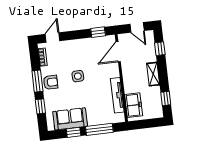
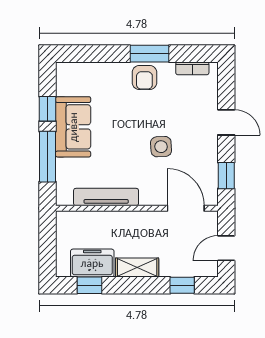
door: (52, 38) -> (226, 122), moved
side table: (78, 76) -> (161, 147), moved
freezer: (134, 105) -> (92, 263), moved, turned 180
window: (40, 106) -> (102, 54), removed
sofa: (70, 119) -> (73, 127), moved

